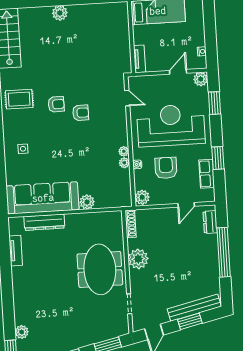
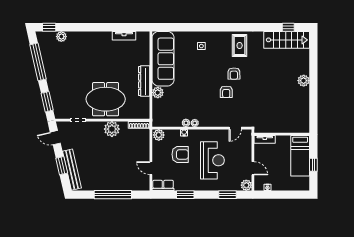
reception desk: (171, 125) -> (212, 160), width x0.74, depth x0.77
row of seats: (207, 174) -> (163, 185), moved
dresser: (44, 222) -> (144, 81), moved
dresser: (210, 222) -> (137, 186), removed

